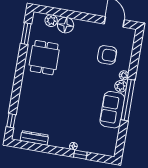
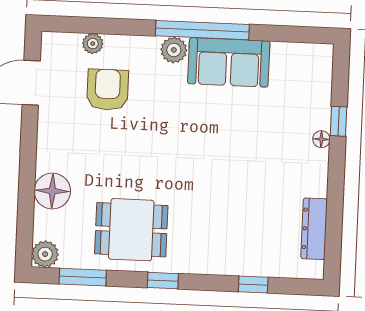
plant: (51, 21) -> (45, 254), moved
window: (20, 69) -> (163, 281), added
plant: (124, 75) -> (93, 44), moved
window: (11, 121) -> (253, 285), moved

